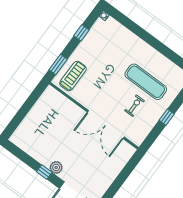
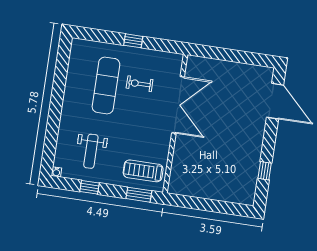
weight bench: (106, 47) -> (91, 151), added
plant: (56, 167) -> (256, 135), removed
window: (44, 172) -> (265, 171), moved

